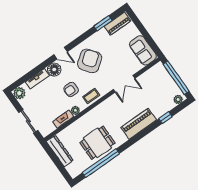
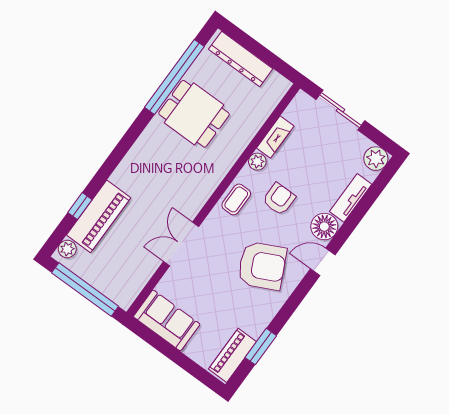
armchair: (90, 61) -> (262, 266), turned -79
piano: (139, 124) -> (99, 216), moved
dining table: (97, 143) -> (194, 114), turned 90
dresser: (60, 151) -> (241, 59), moved

